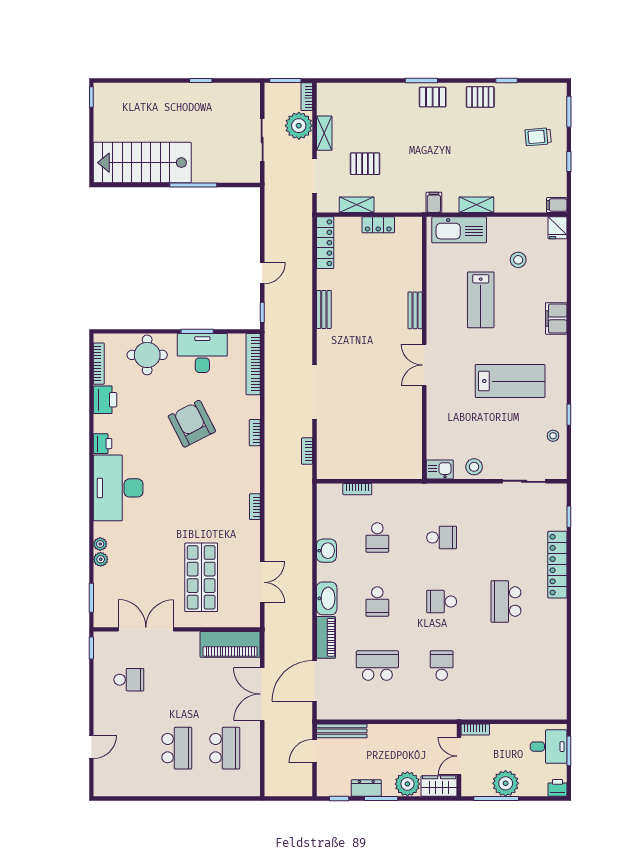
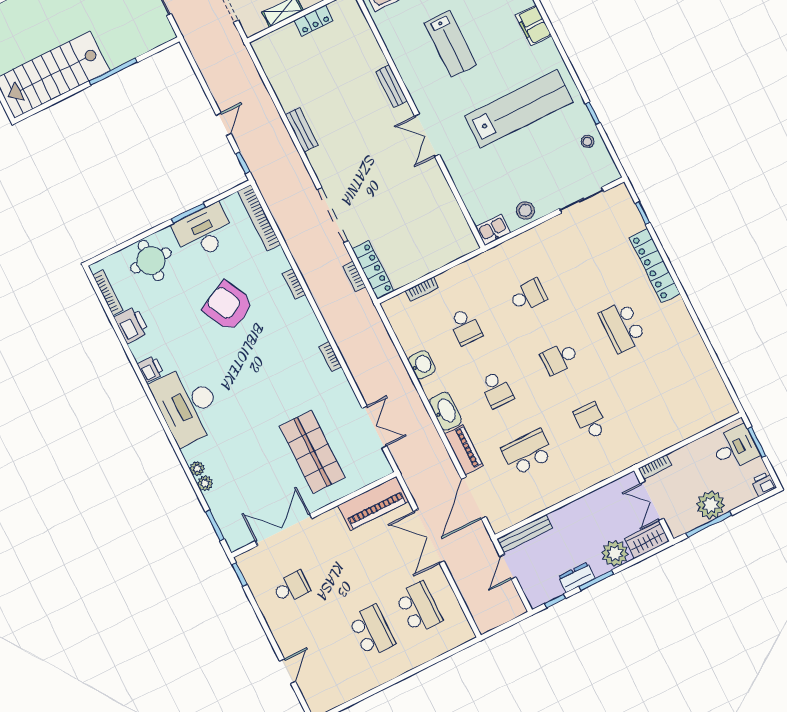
locker: (325, 243) -> (373, 270), moved
lab bench: (510, 381) -> (519, 109), width x1.36

